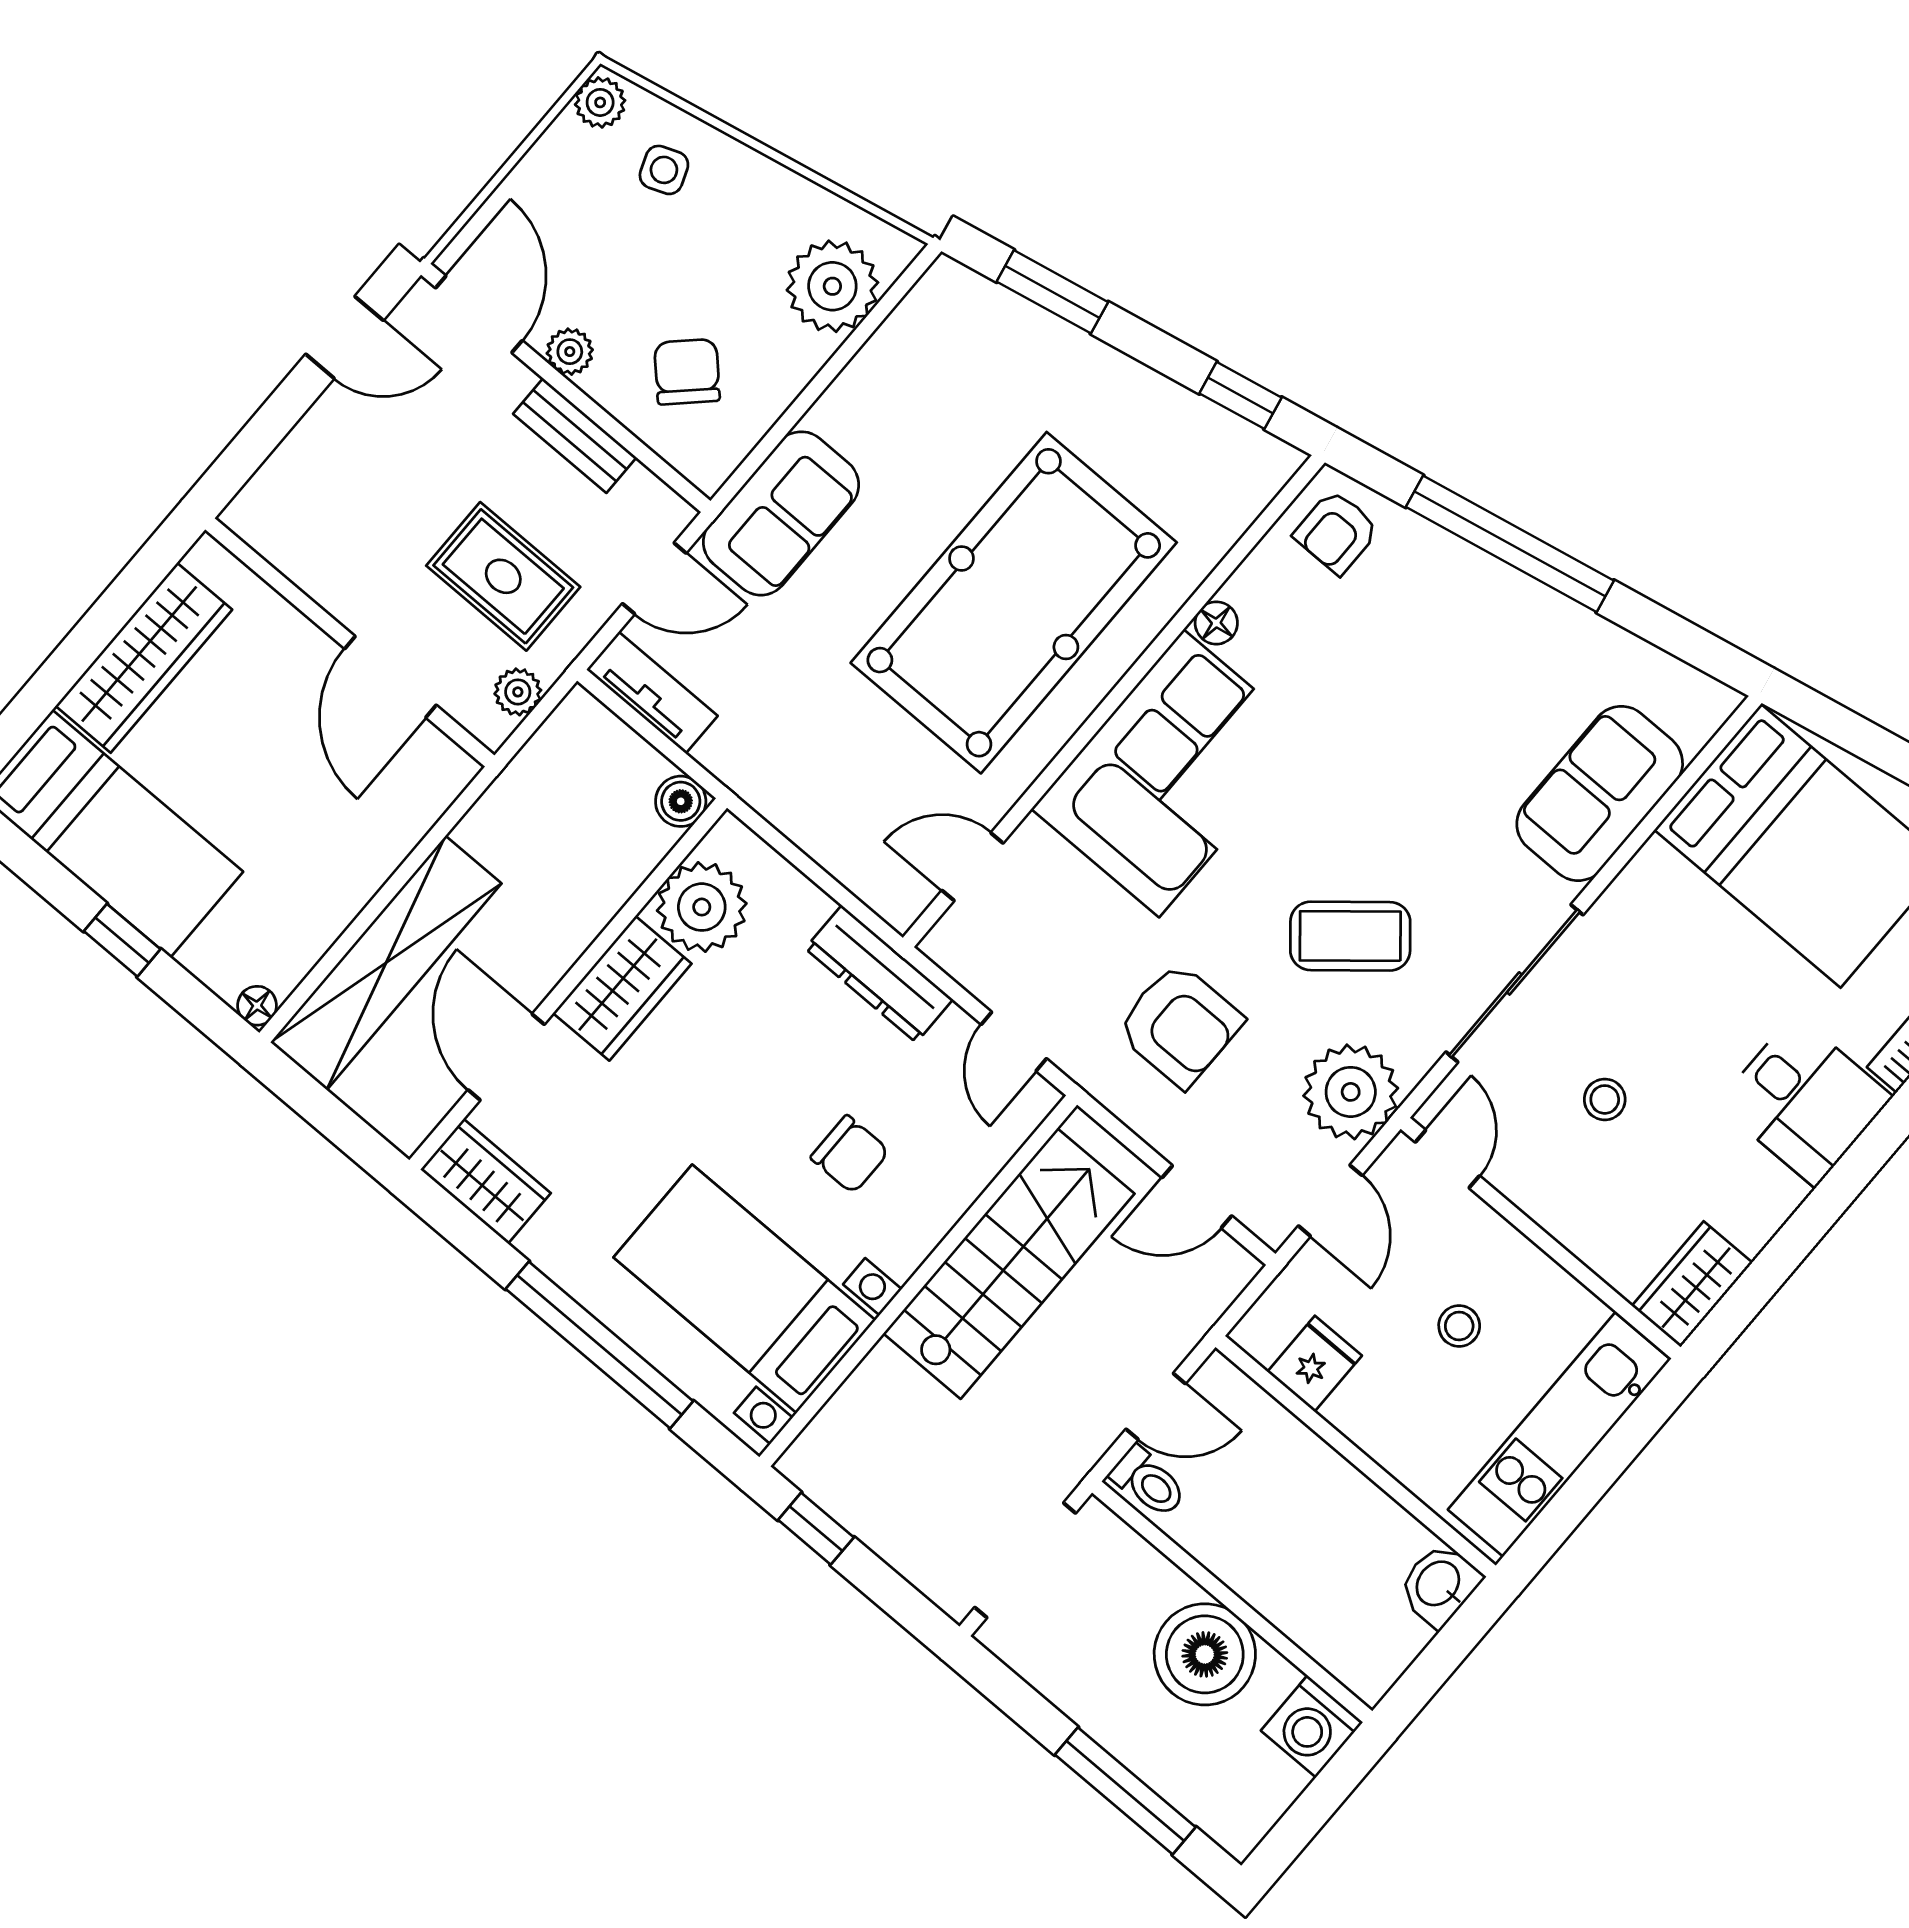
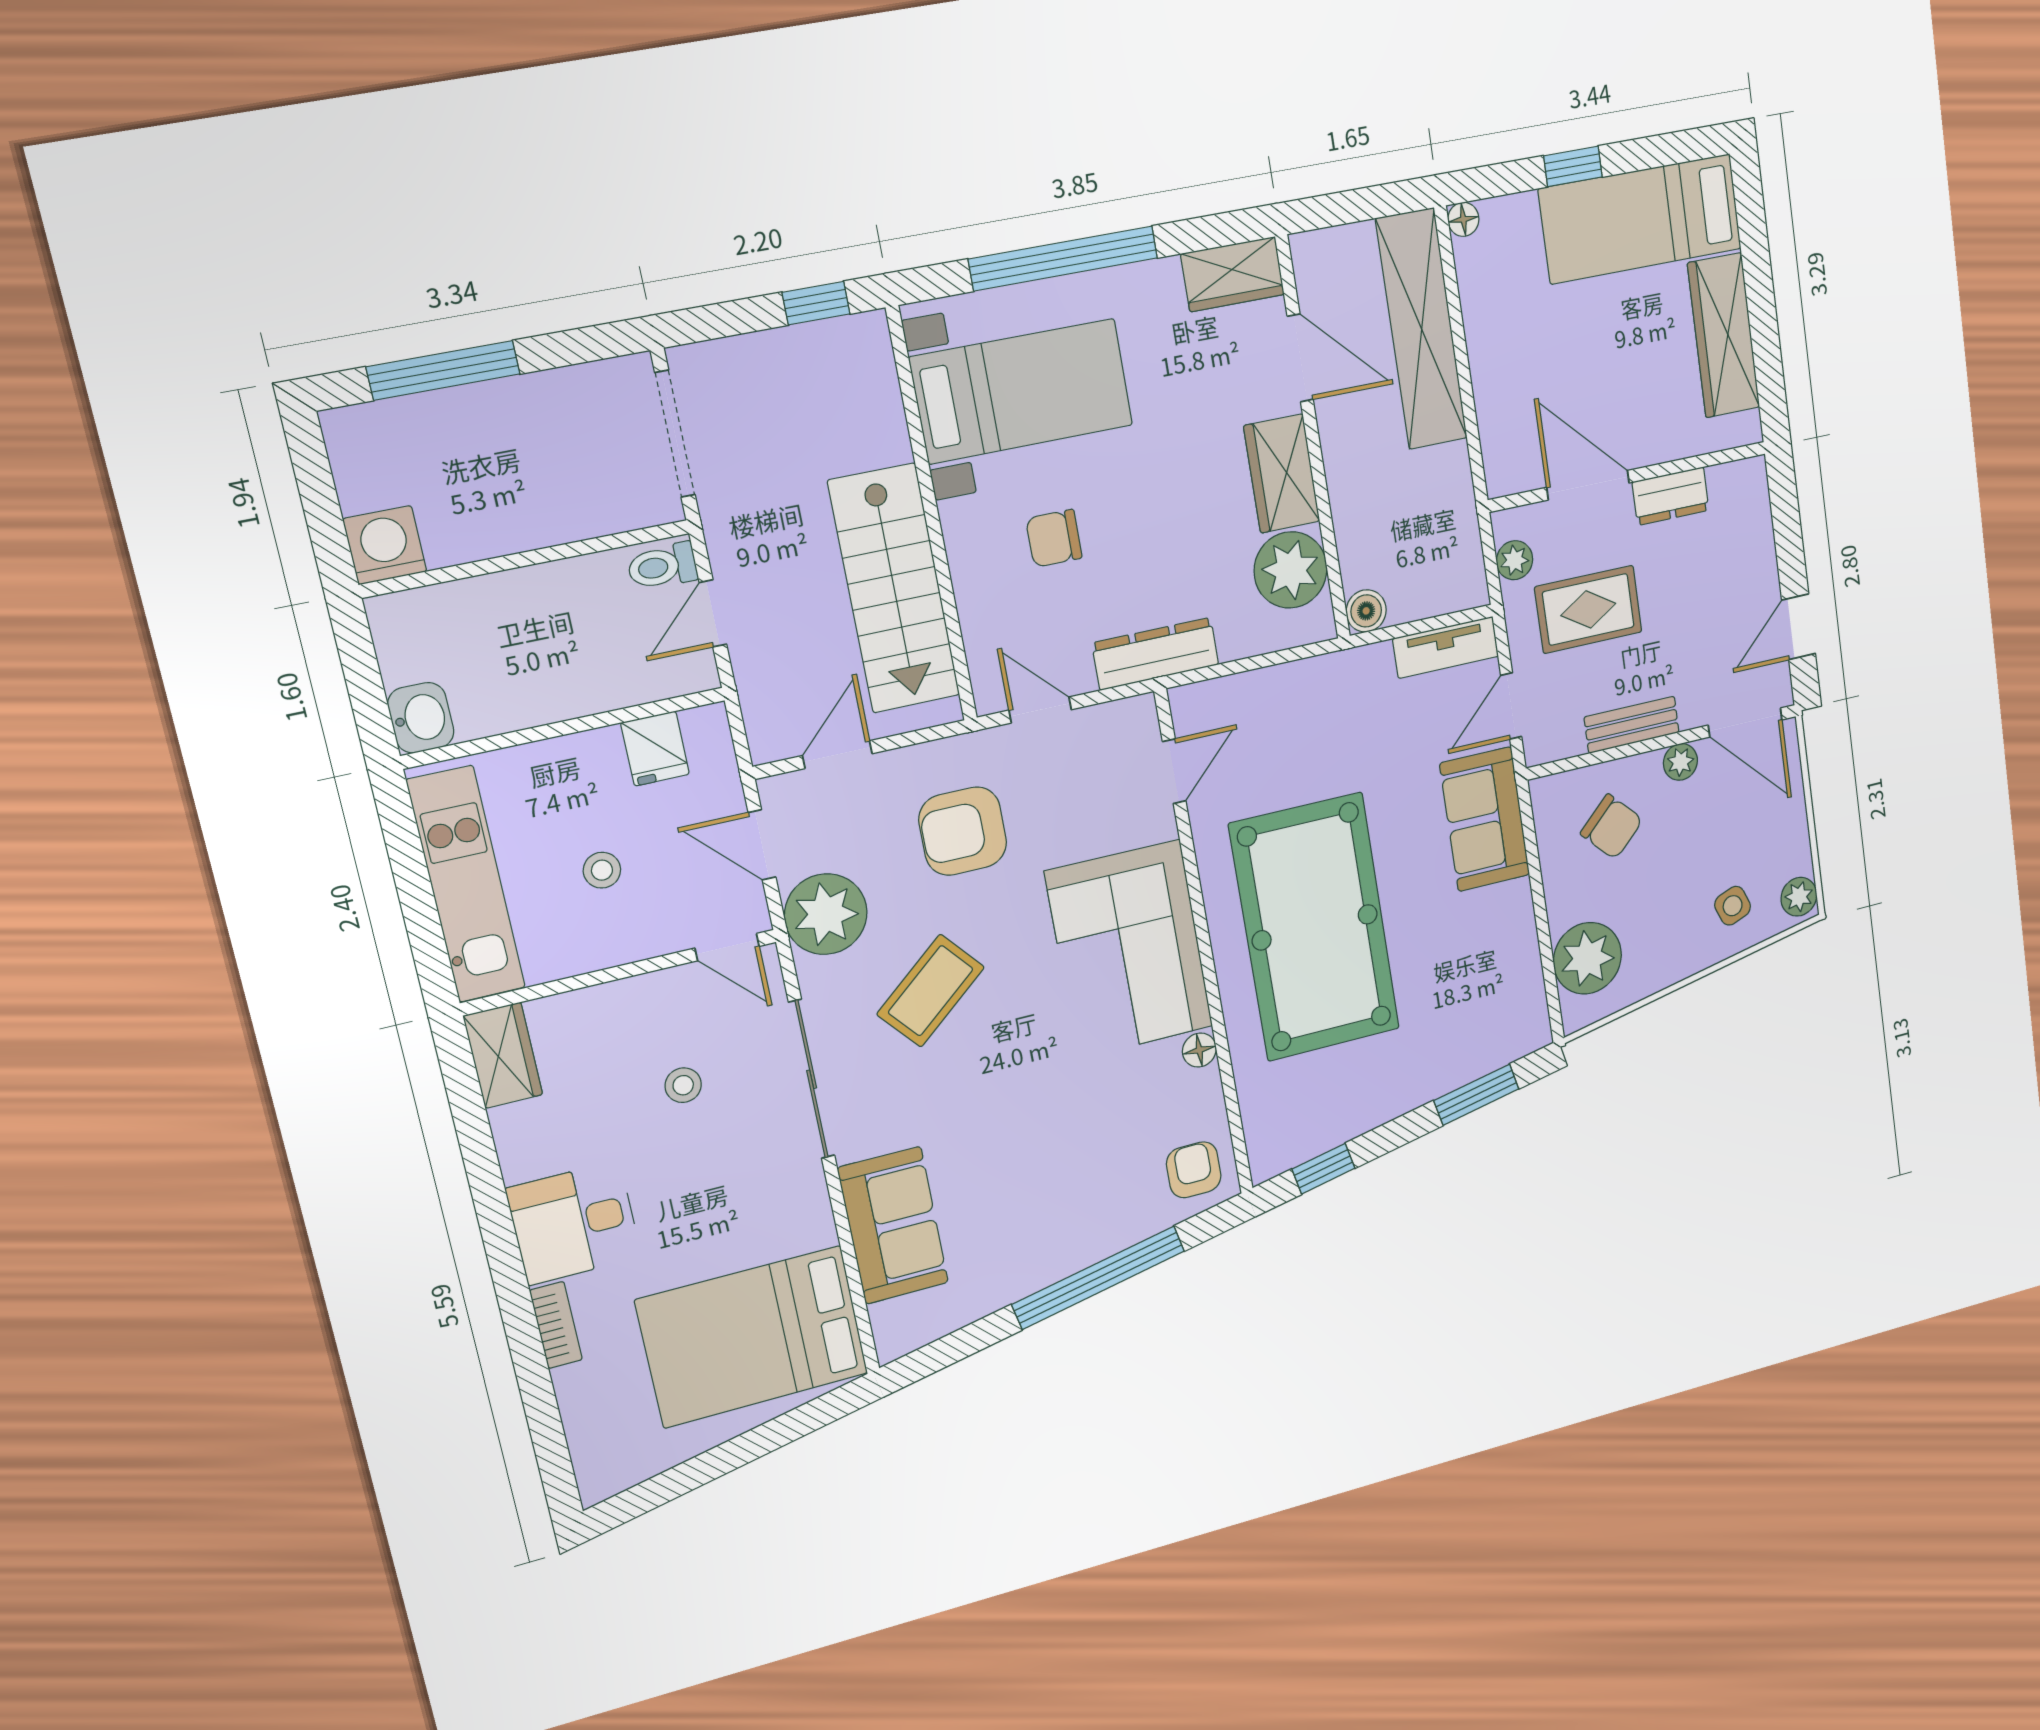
dresser: (332, 583) -> (1671, 496), added
boiler: (1205, 1654) -> (502, 509), removed

